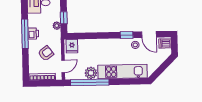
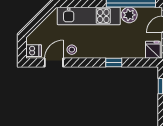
window: (127, 35) -> (114, 63), moved
door: (149, 35) -> (54, 63), hinge flipped

